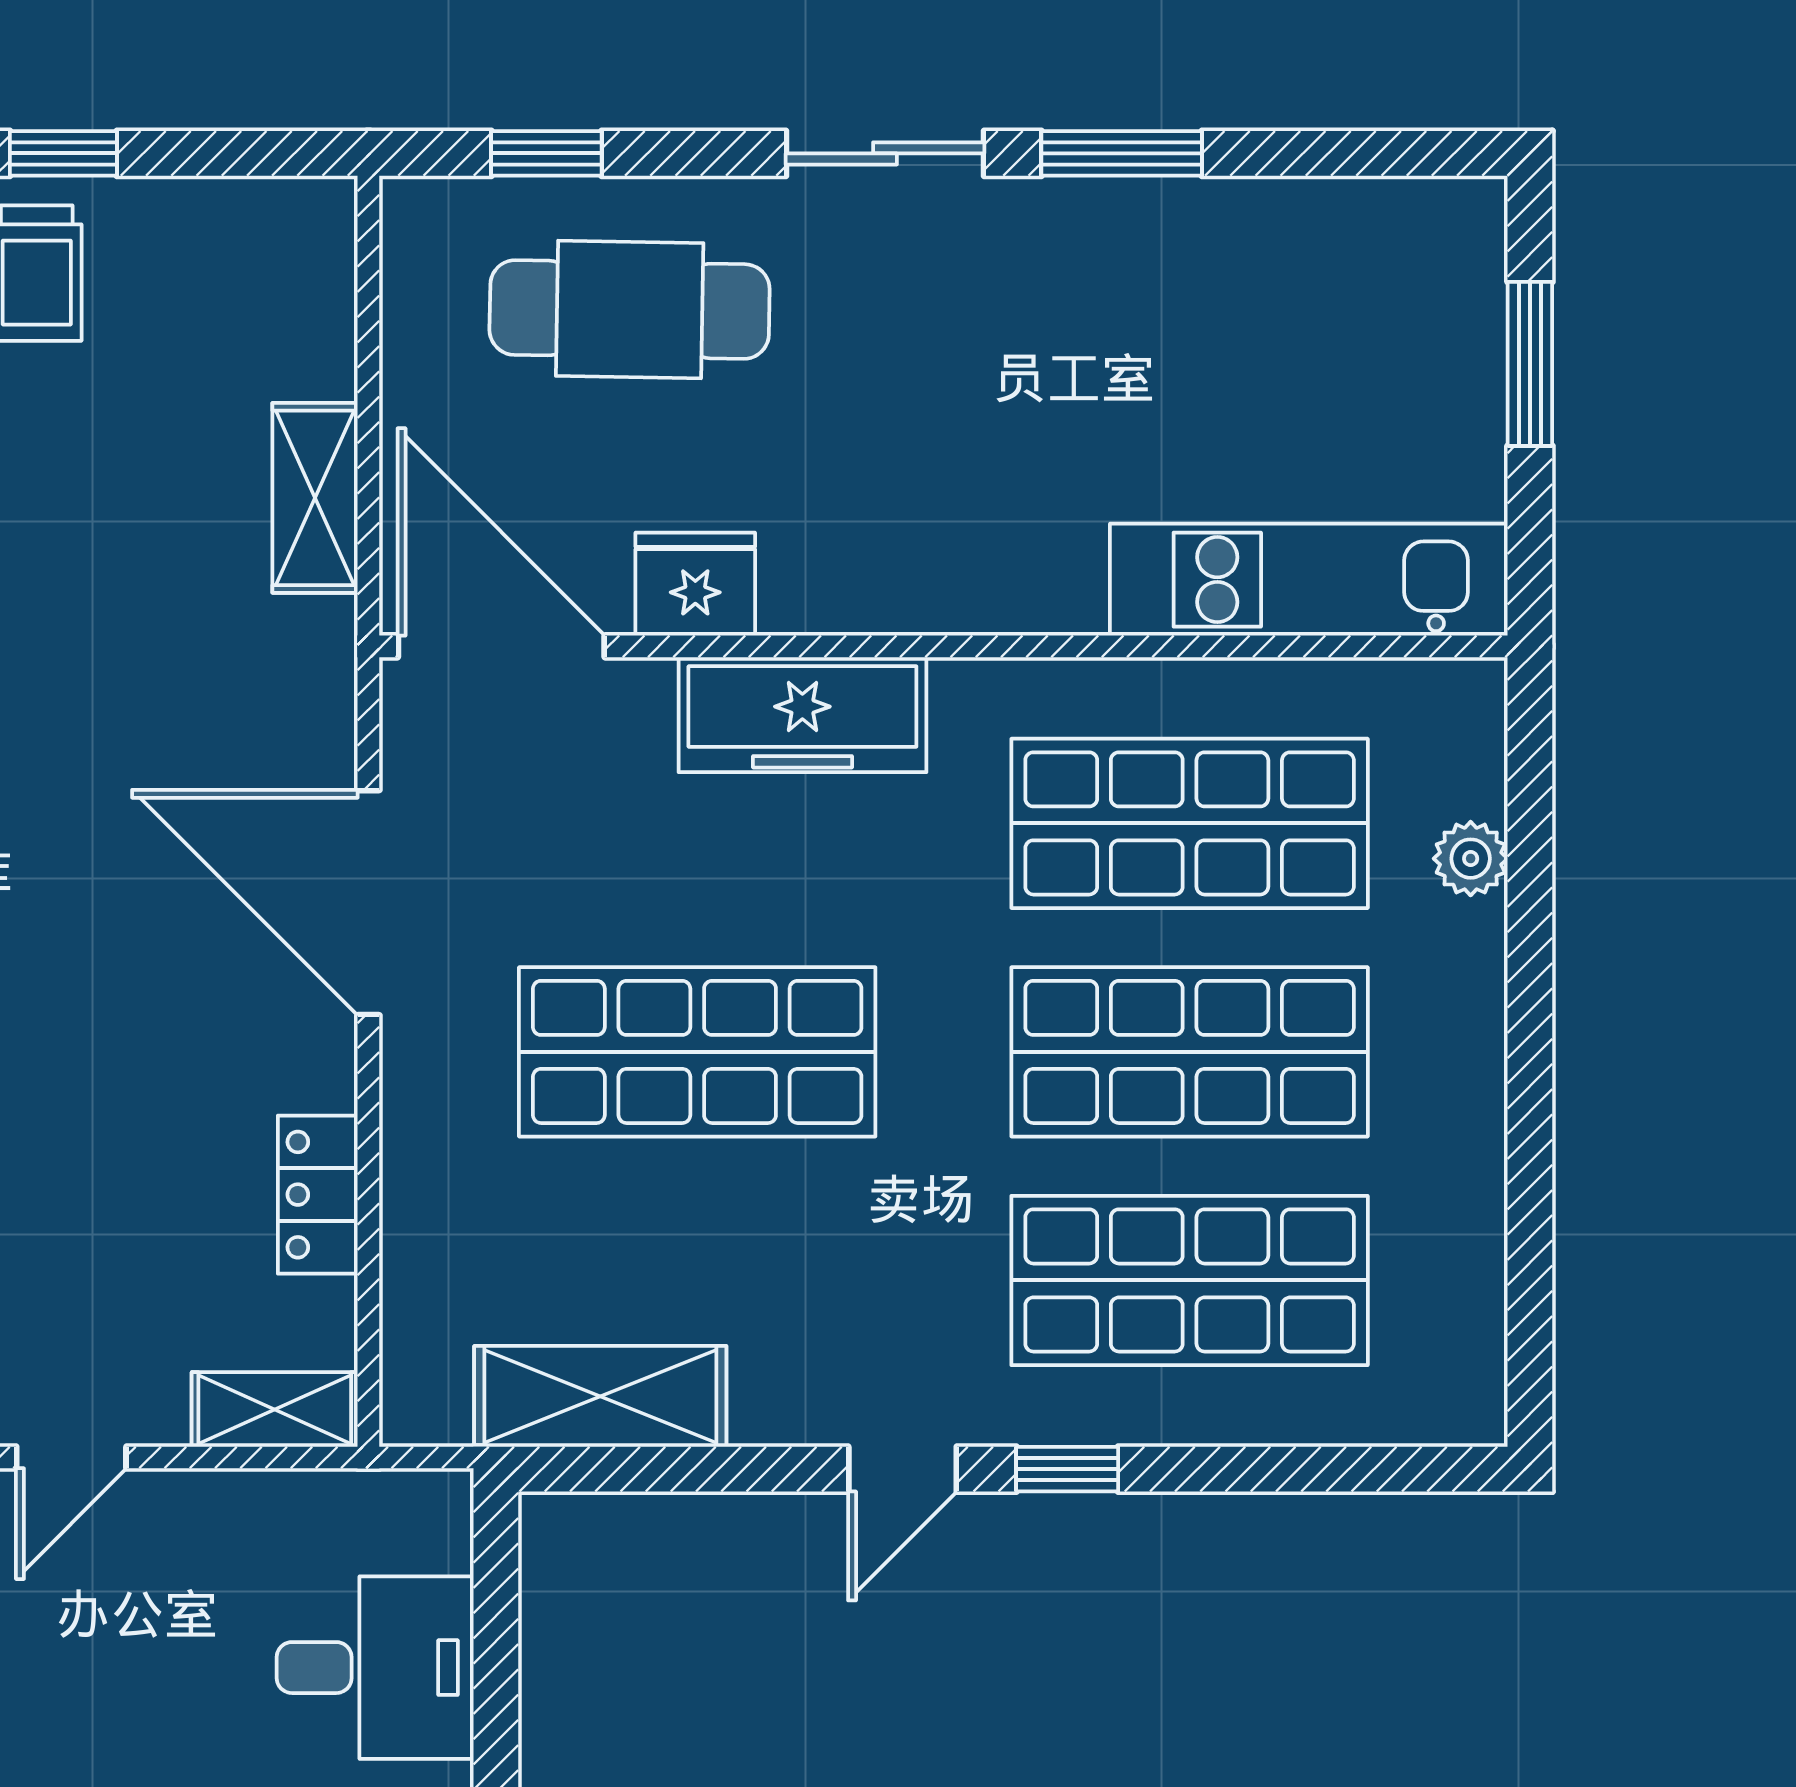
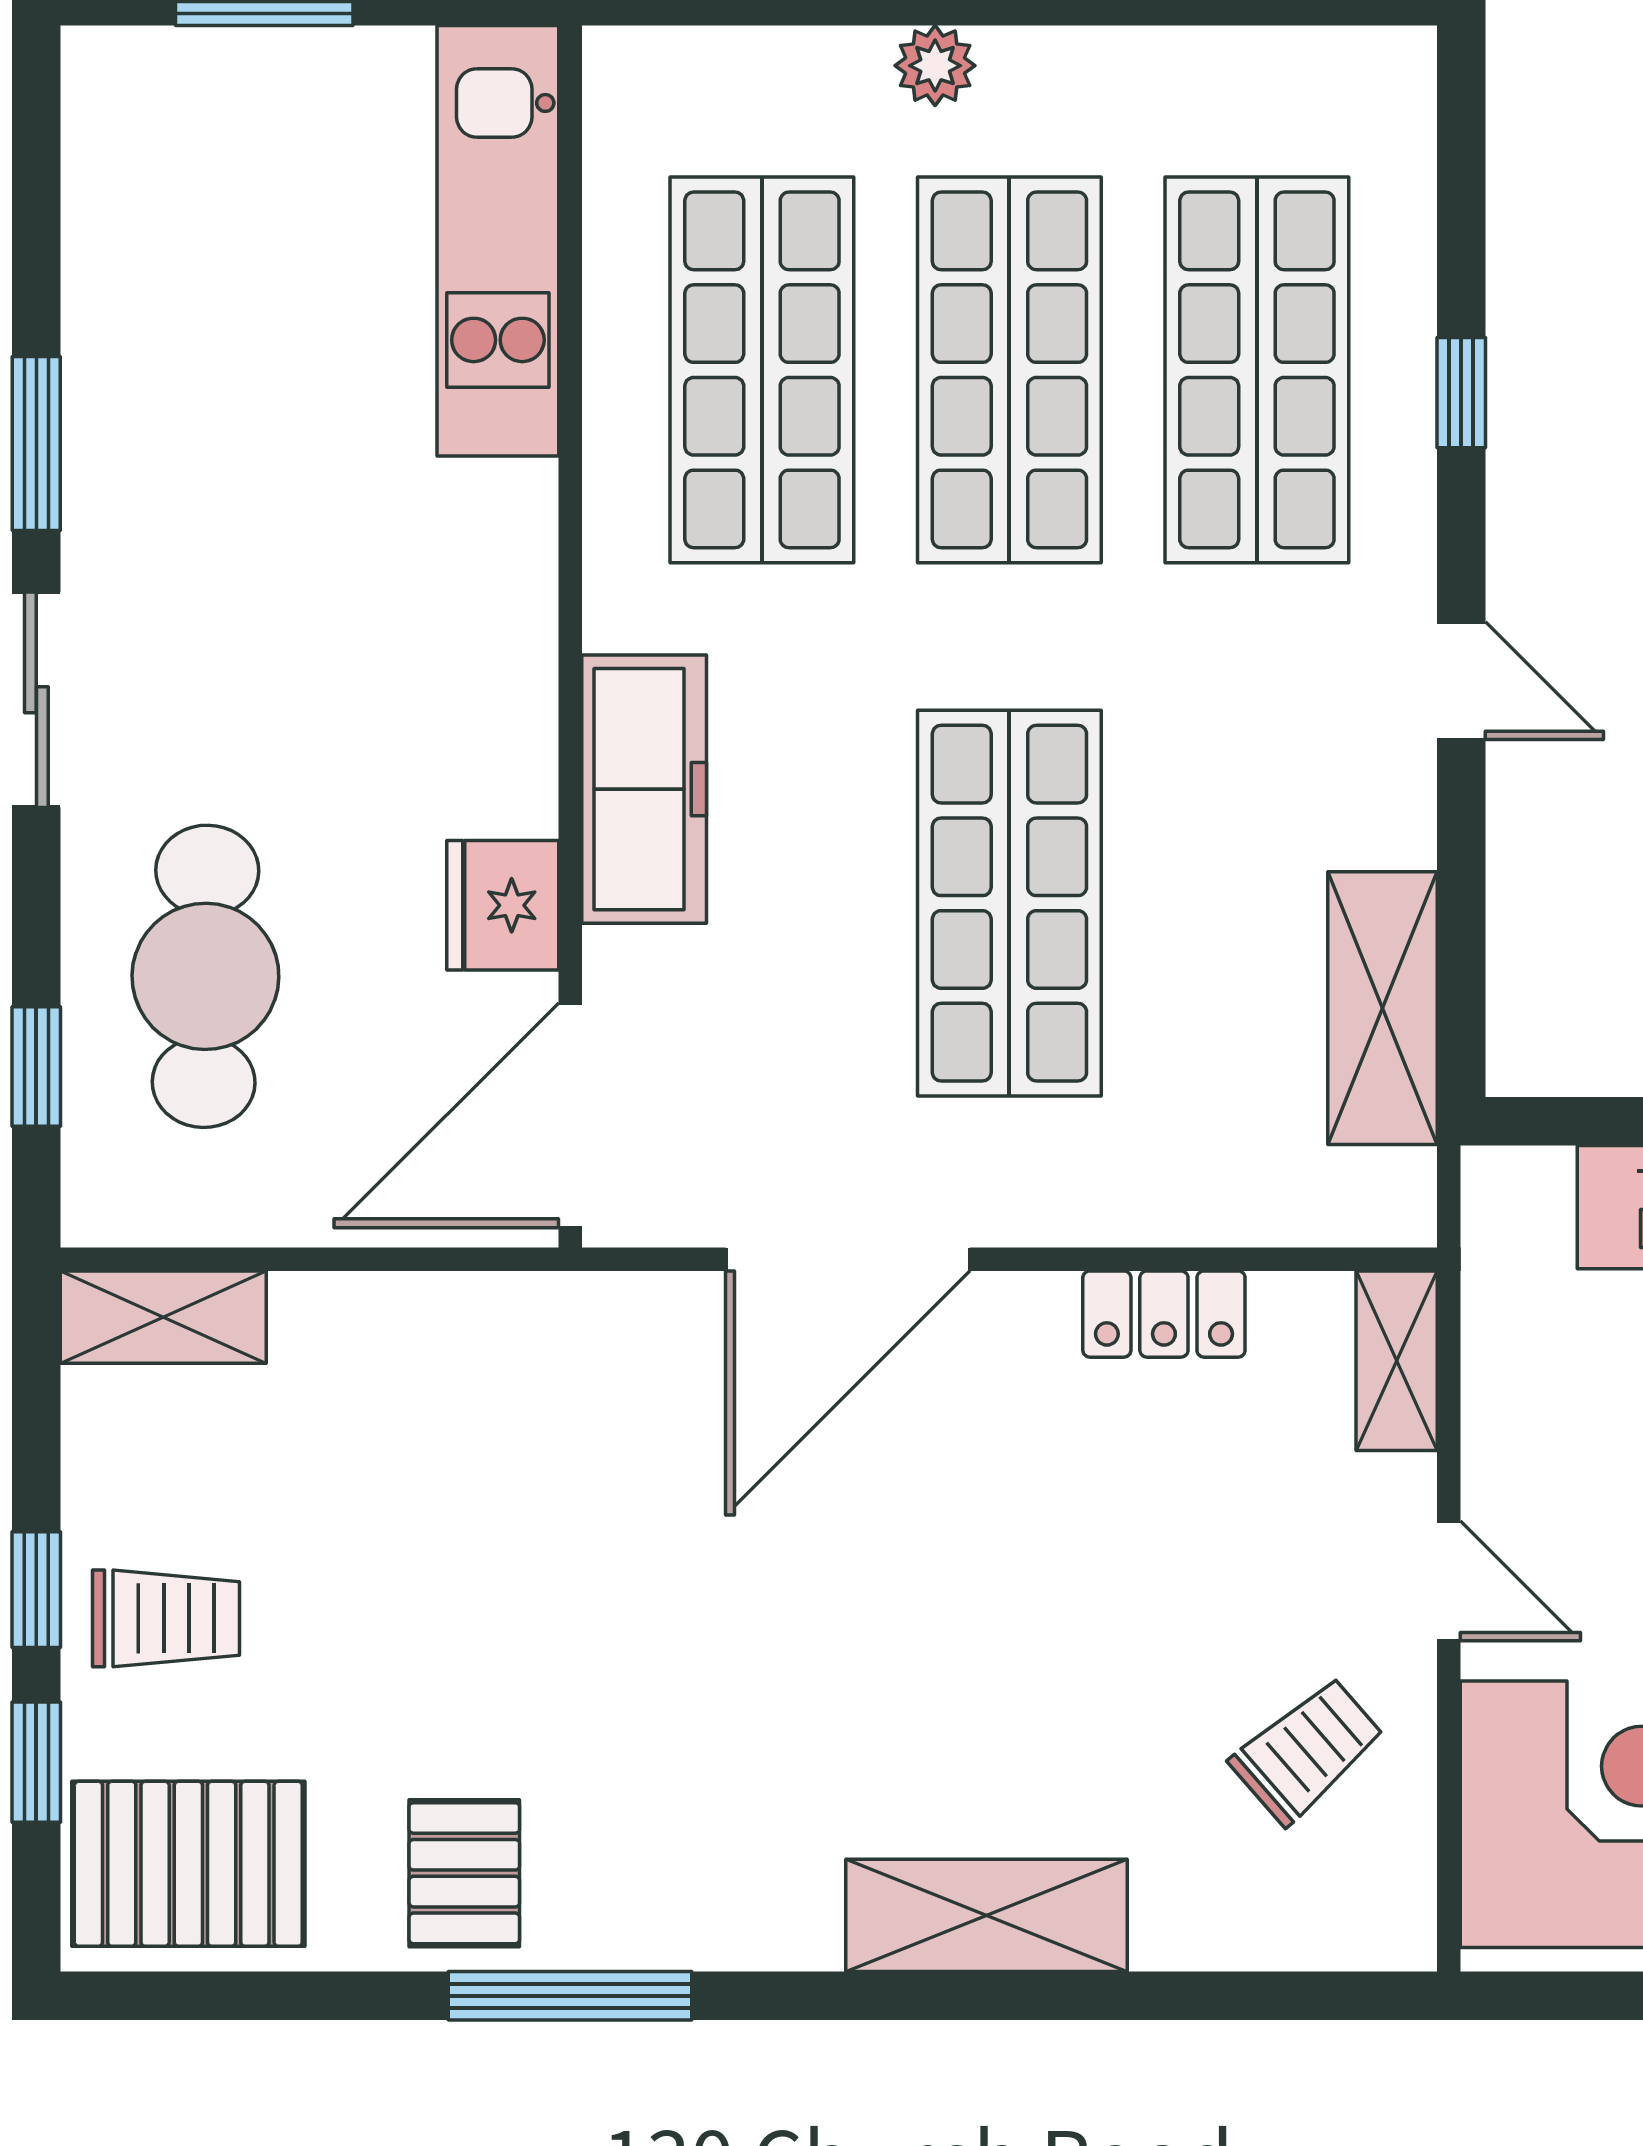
shelving: (315, 498) -> (163, 1317), moved
plant: (1471, 859) -> (935, 66), moved
window: (1067, 1469) -> (1461, 393), moved

